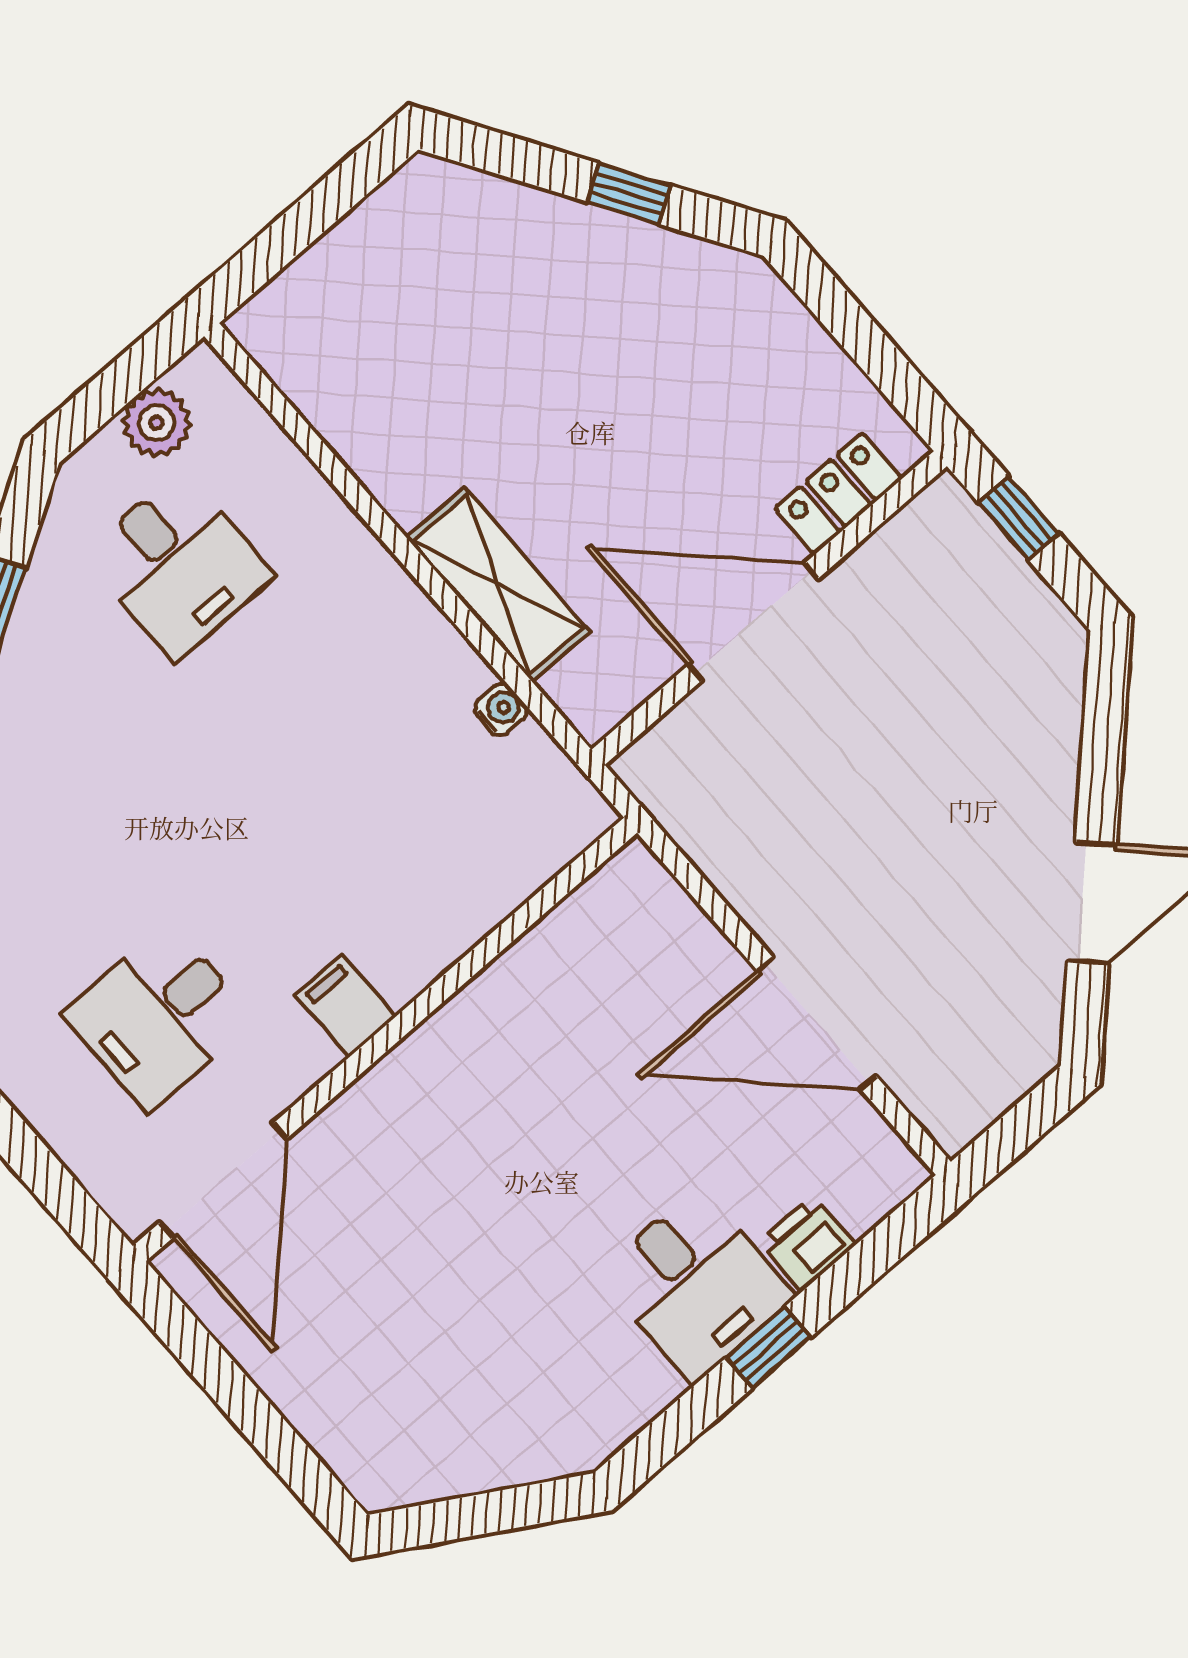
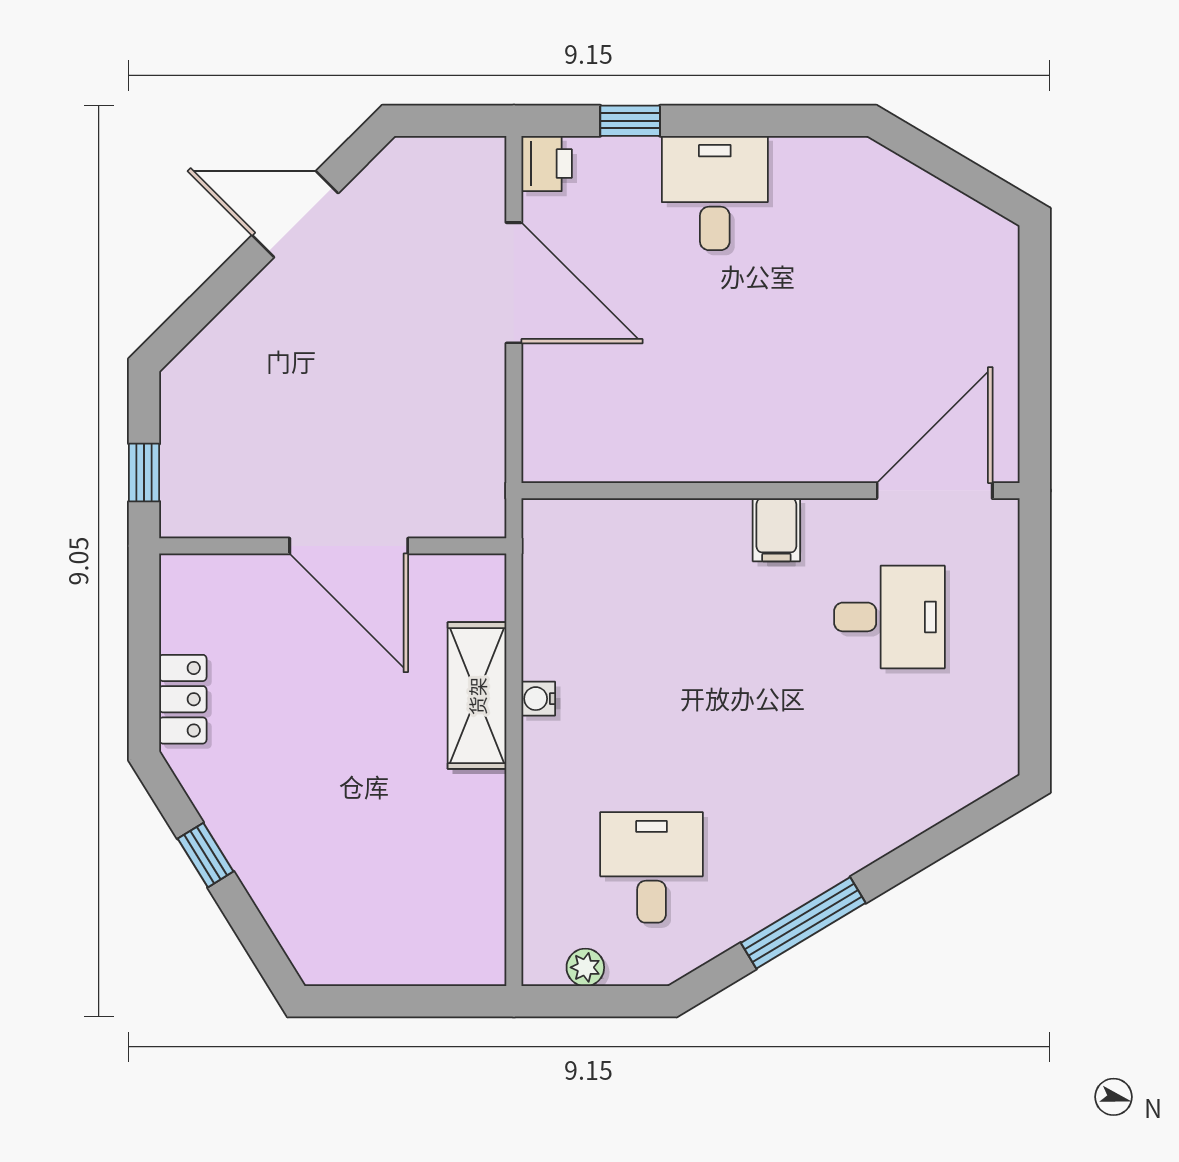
plant: (156, 423) -> (585, 967), width x0.73, depth x0.73
locker: (838, 493) -> (183, 699), moved, turned -90
water cooler: (501, 710) -> (538, 699), moved
printer: (807, 1244) -> (547, 164), moved, turned -90
window: (768, 1347) -> (630, 121), moved

